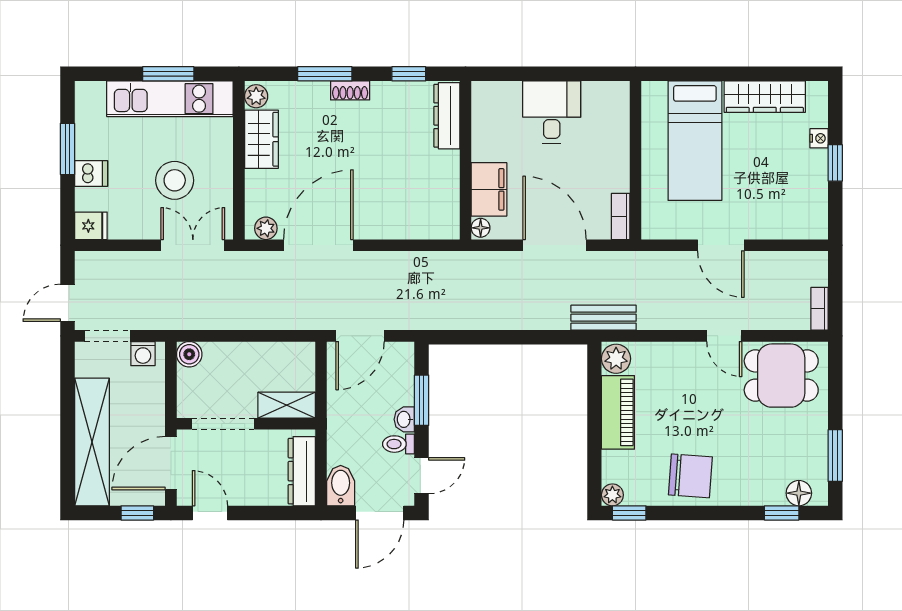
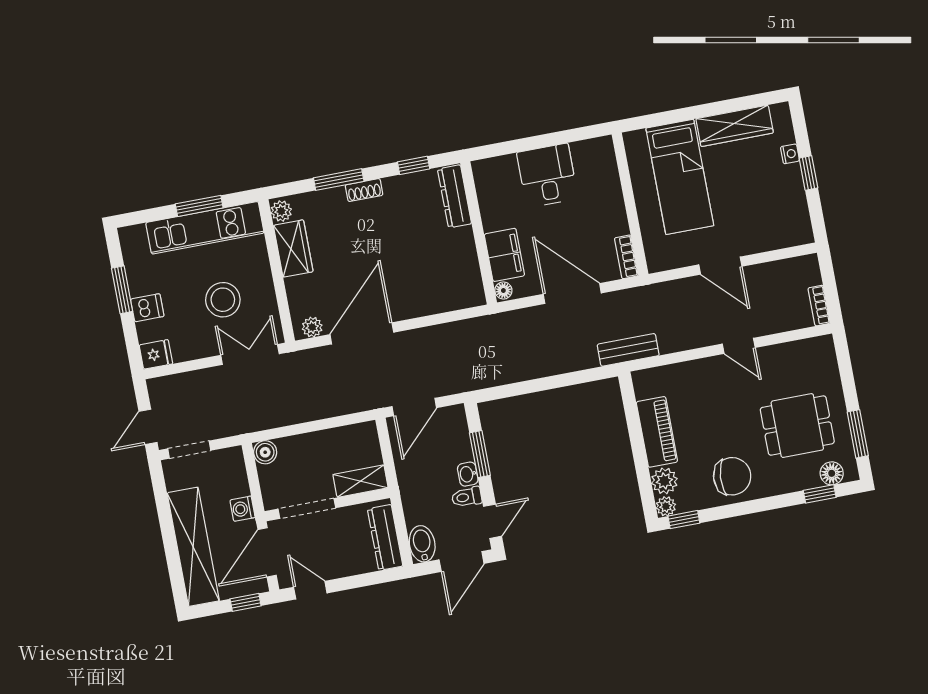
washing machine: (143, 354) -> (242, 509), moved, turned 90
plant: (616, 359) -> (664, 481), moved
dining table: (781, 376) -> (797, 426), moved

